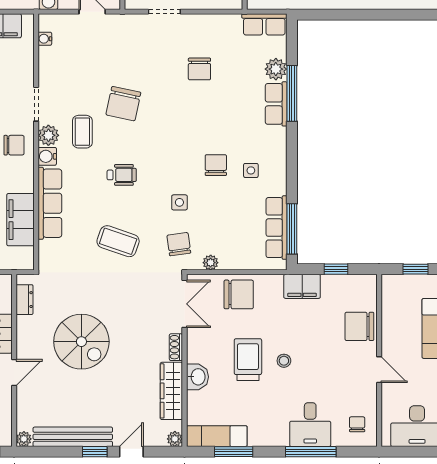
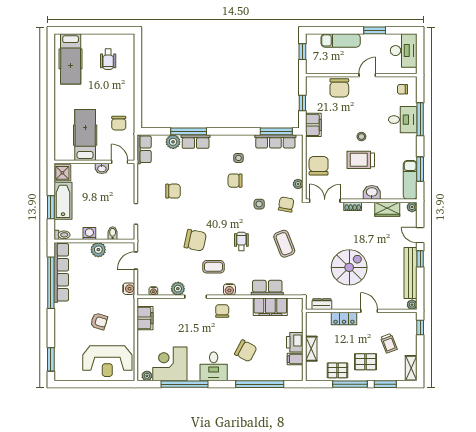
plant: (48, 135) -> (178, 289), moved
row of seats: (50, 203) -> (267, 288), width x0.68
coffee table: (118, 241) -> (284, 244), turned -40
chair: (179, 244) -> (286, 204), turned 108
wardrobe: (171, 391) -> (387, 209), width x0.67

